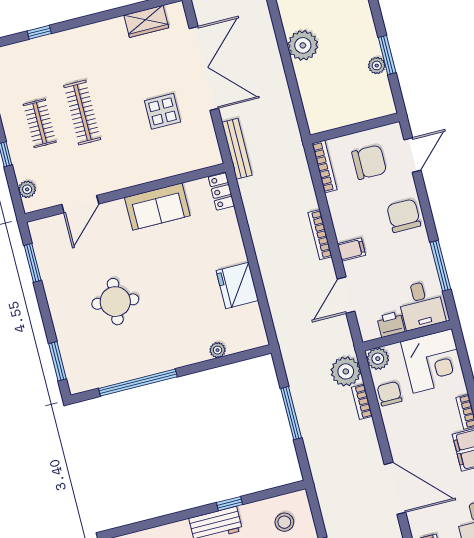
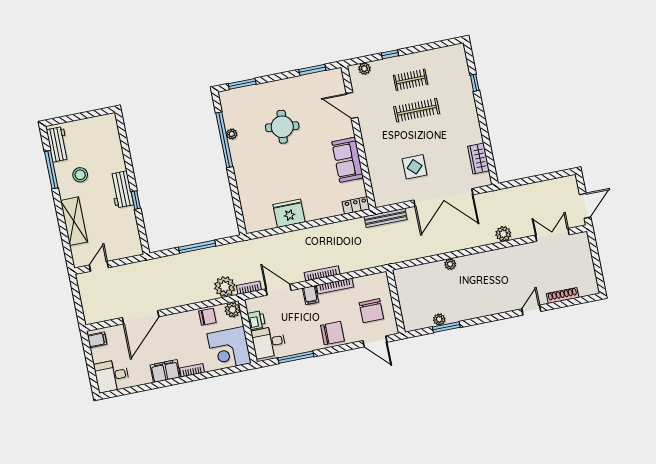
plant: (303, 45) -> (450, 264), width x0.53, depth x0.53
bookcase: (325, 167) -> (335, 286), moved
plant: (218, 350) -> (232, 134), moved
bookcase: (362, 402) -> (249, 288), moved
stool: (284, 522) -> (121, 238), removed

